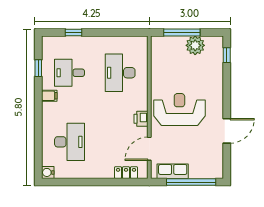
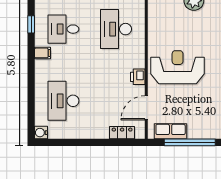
desk: (69, 142) -> (63, 101), turned 180

